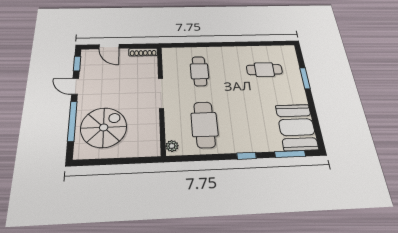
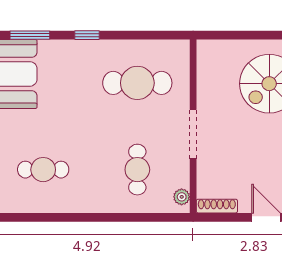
cafe table: (204, 124) -> (137, 83), turned 90
plant: (172, 146) -> (182, 197), moved

